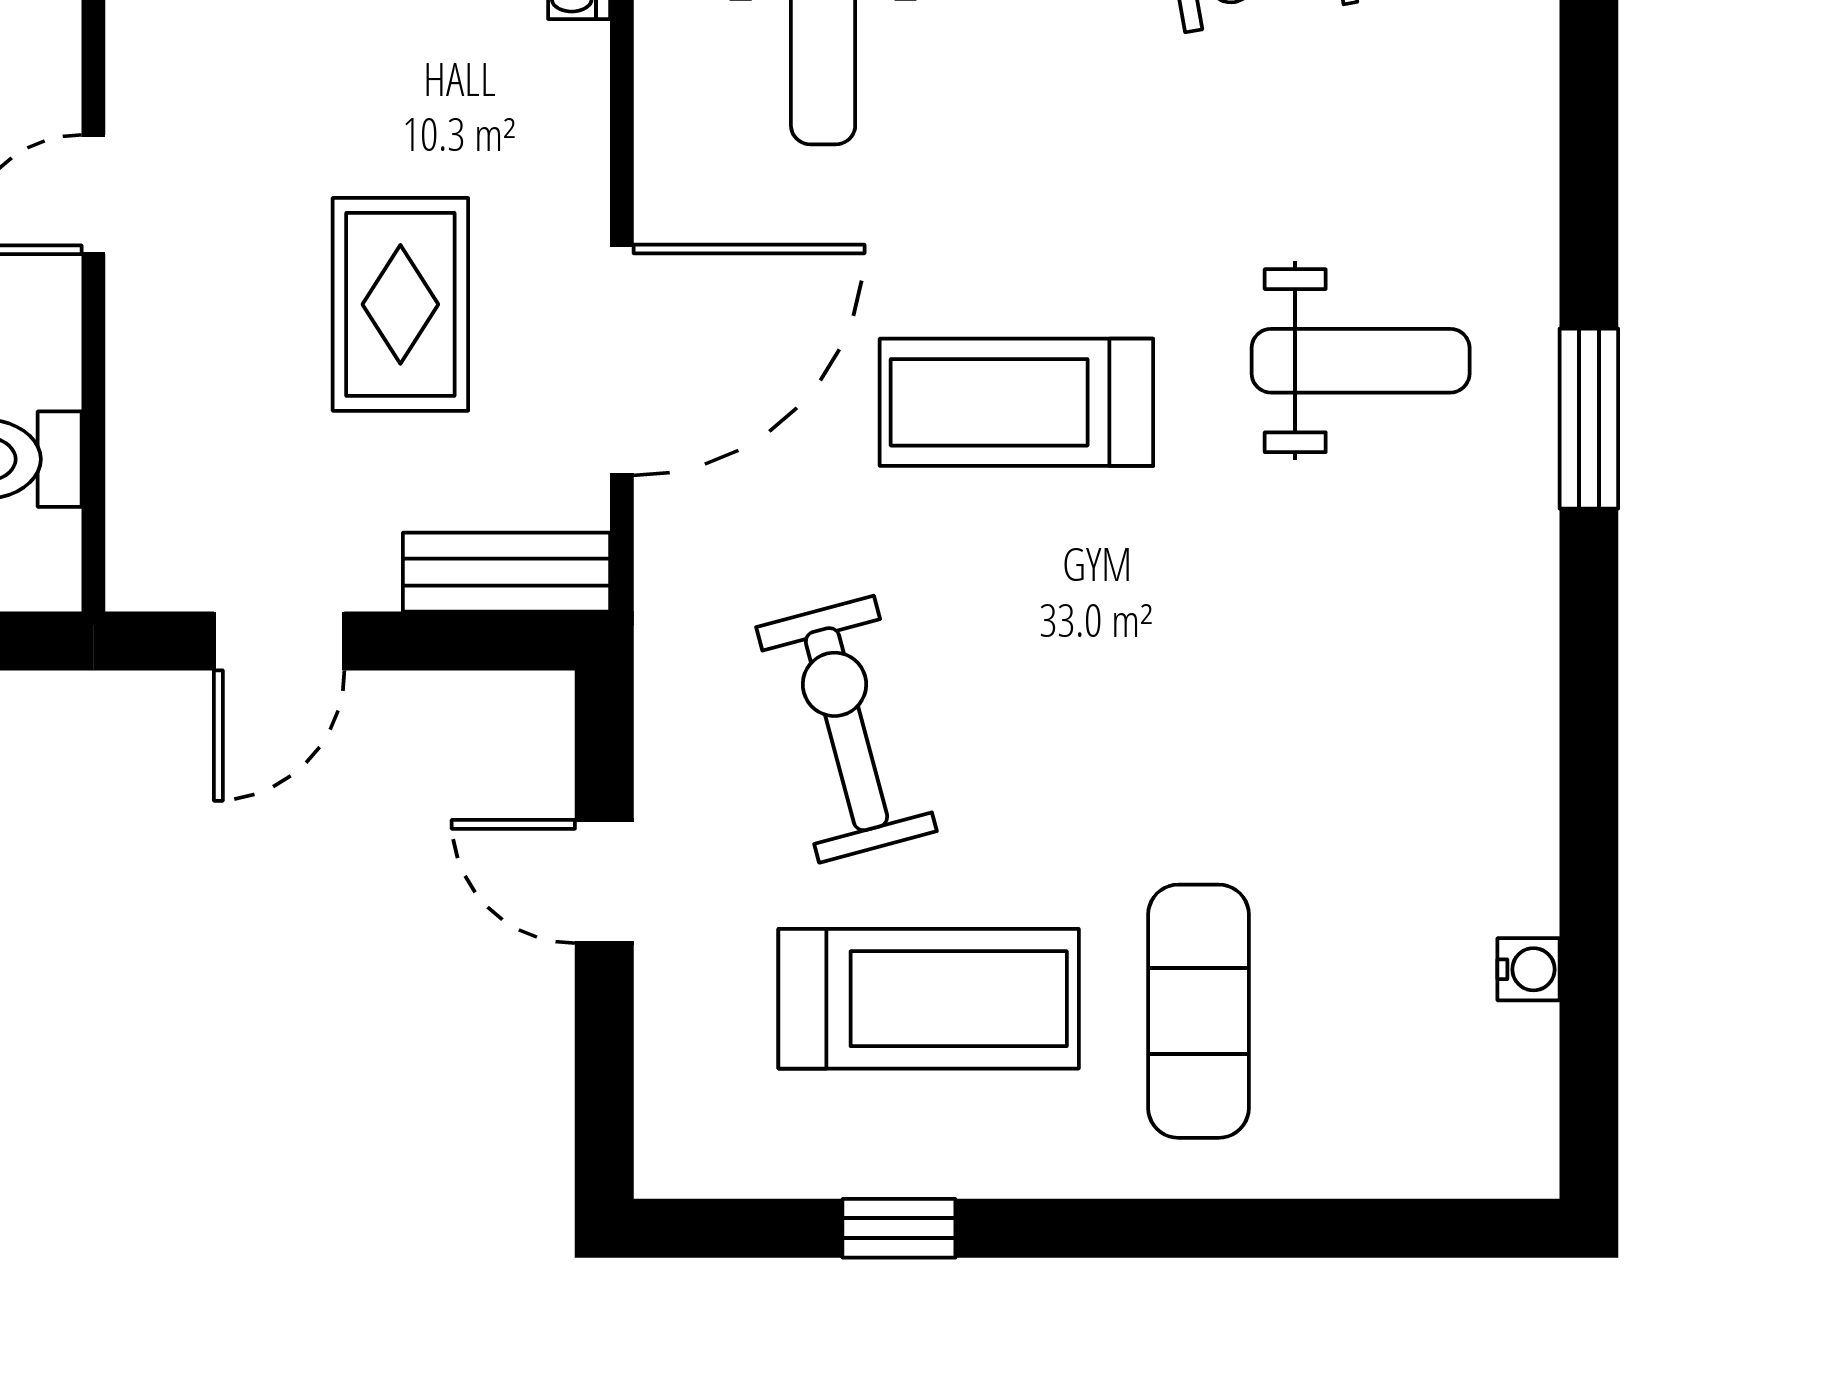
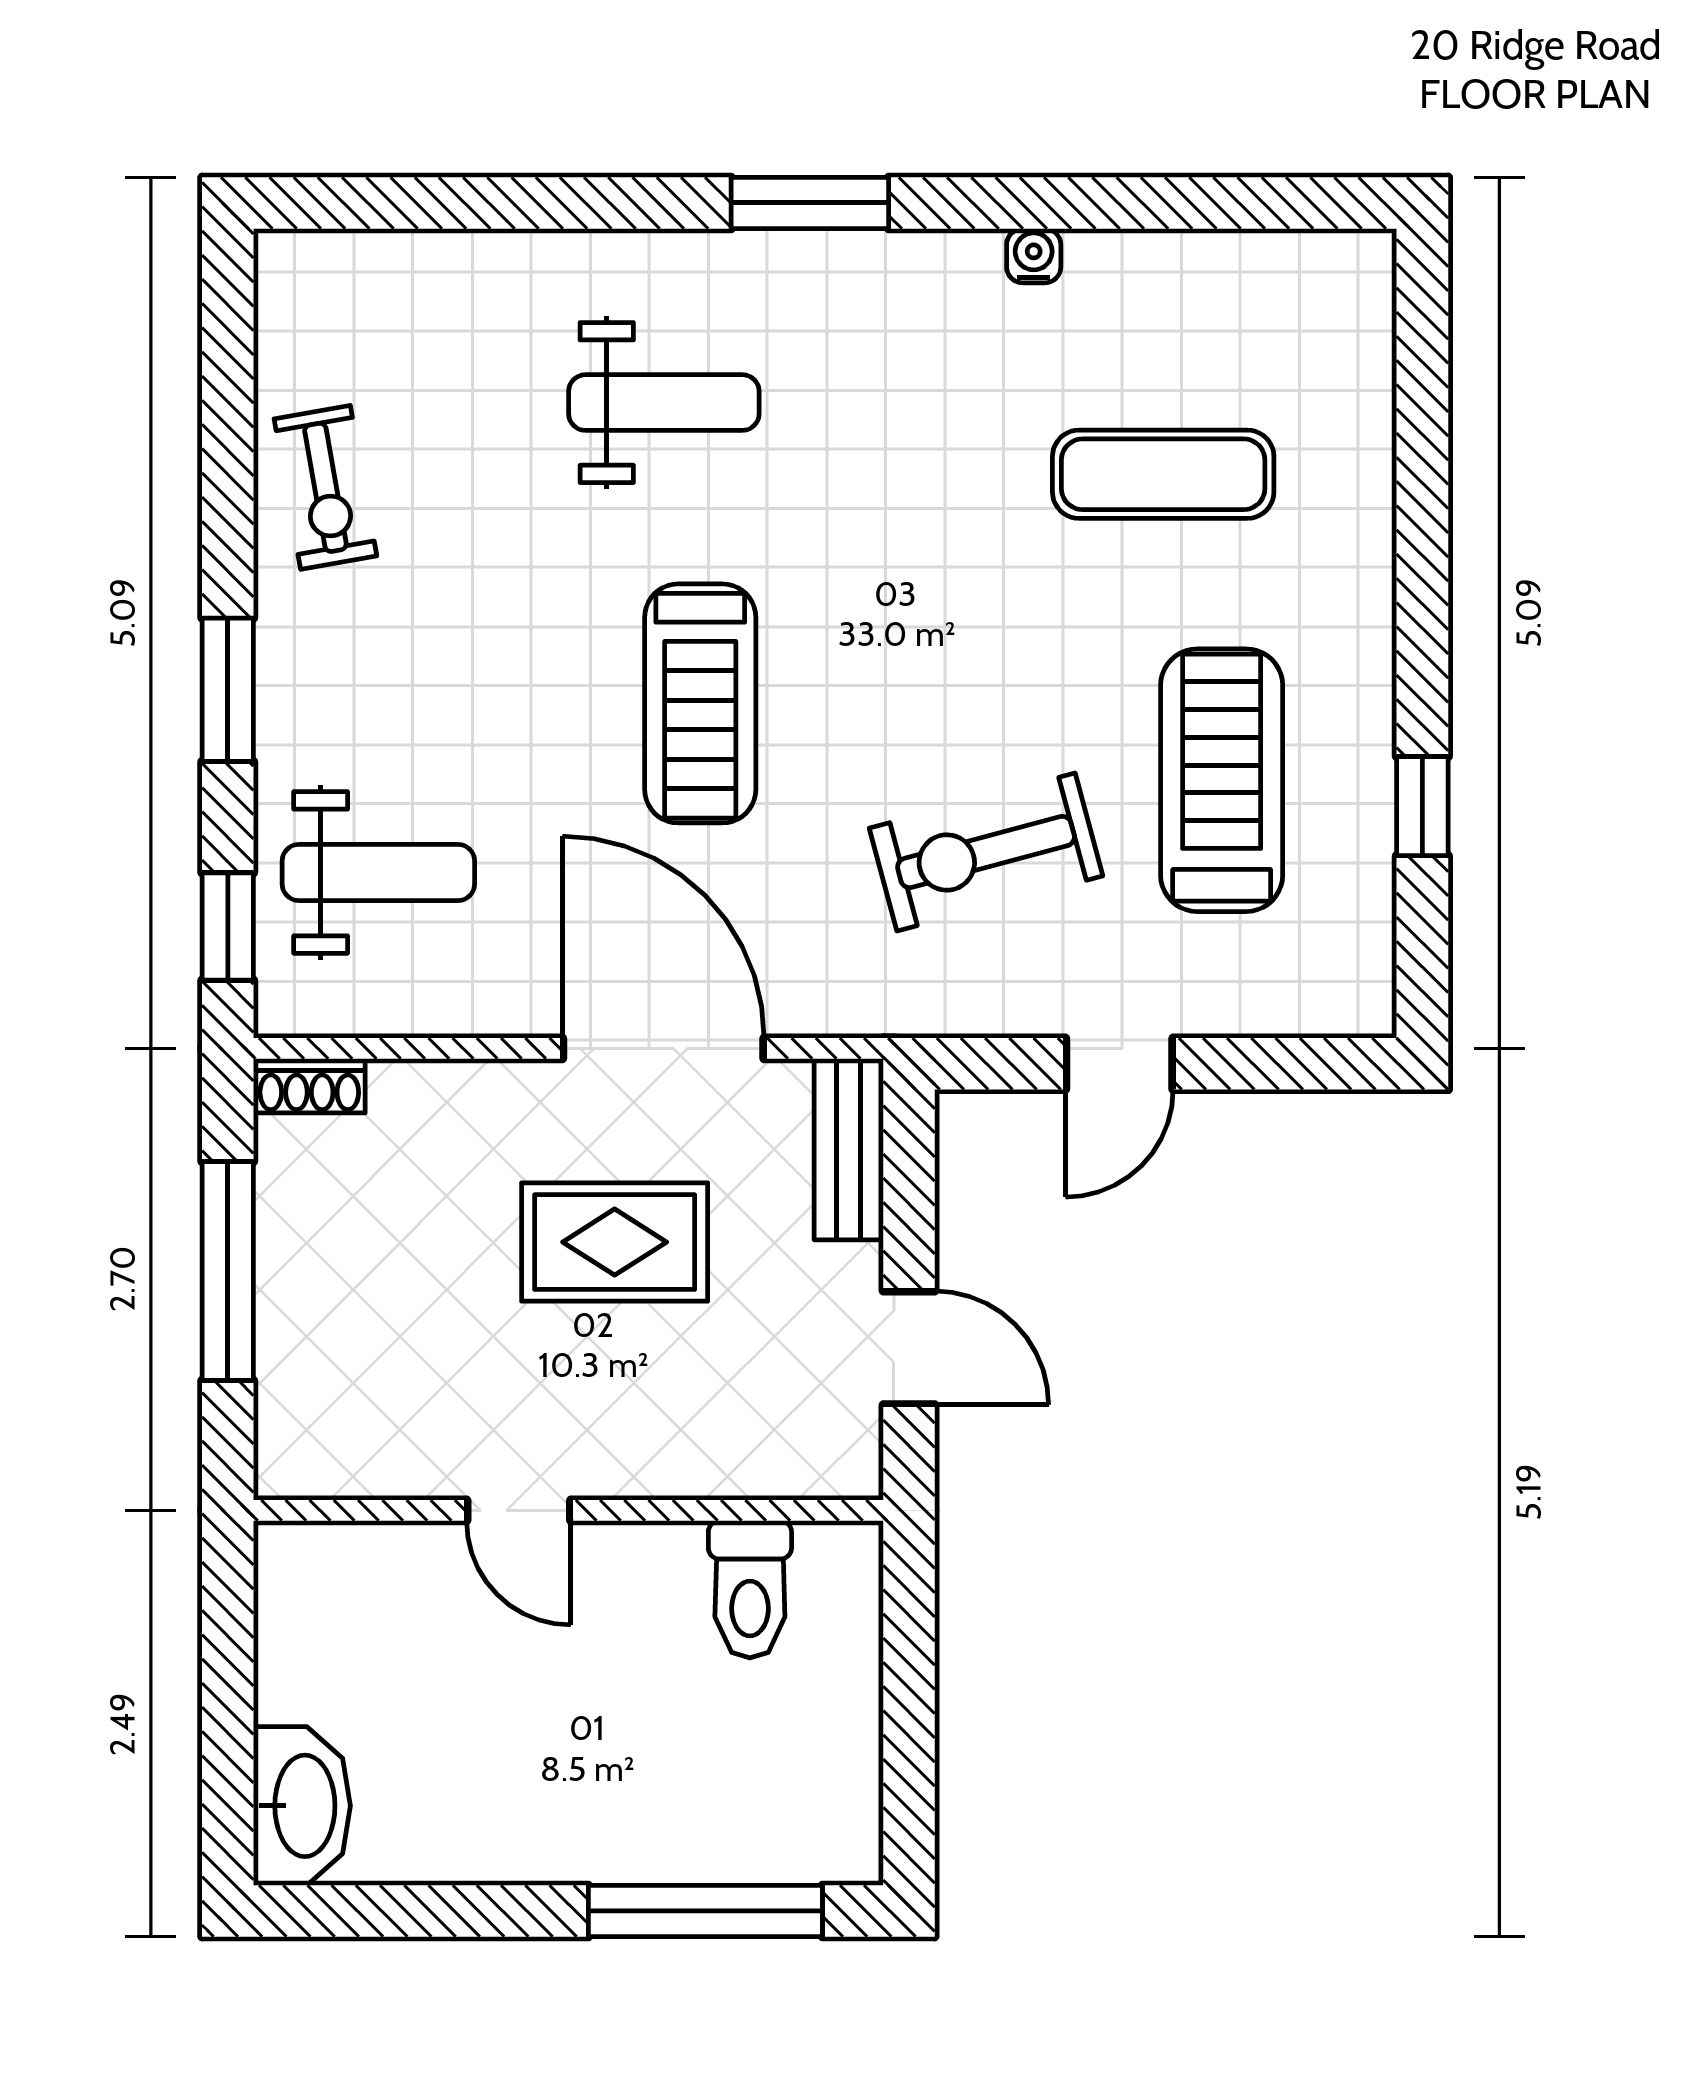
weight bench: (1361, 361) -> (664, 403), turned 90
window: (1589, 419) -> (810, 203), moved
water cooler: (1528, 969) -> (1034, 256), moved
exercise mat: (1199, 1011) -> (1163, 474), moved

